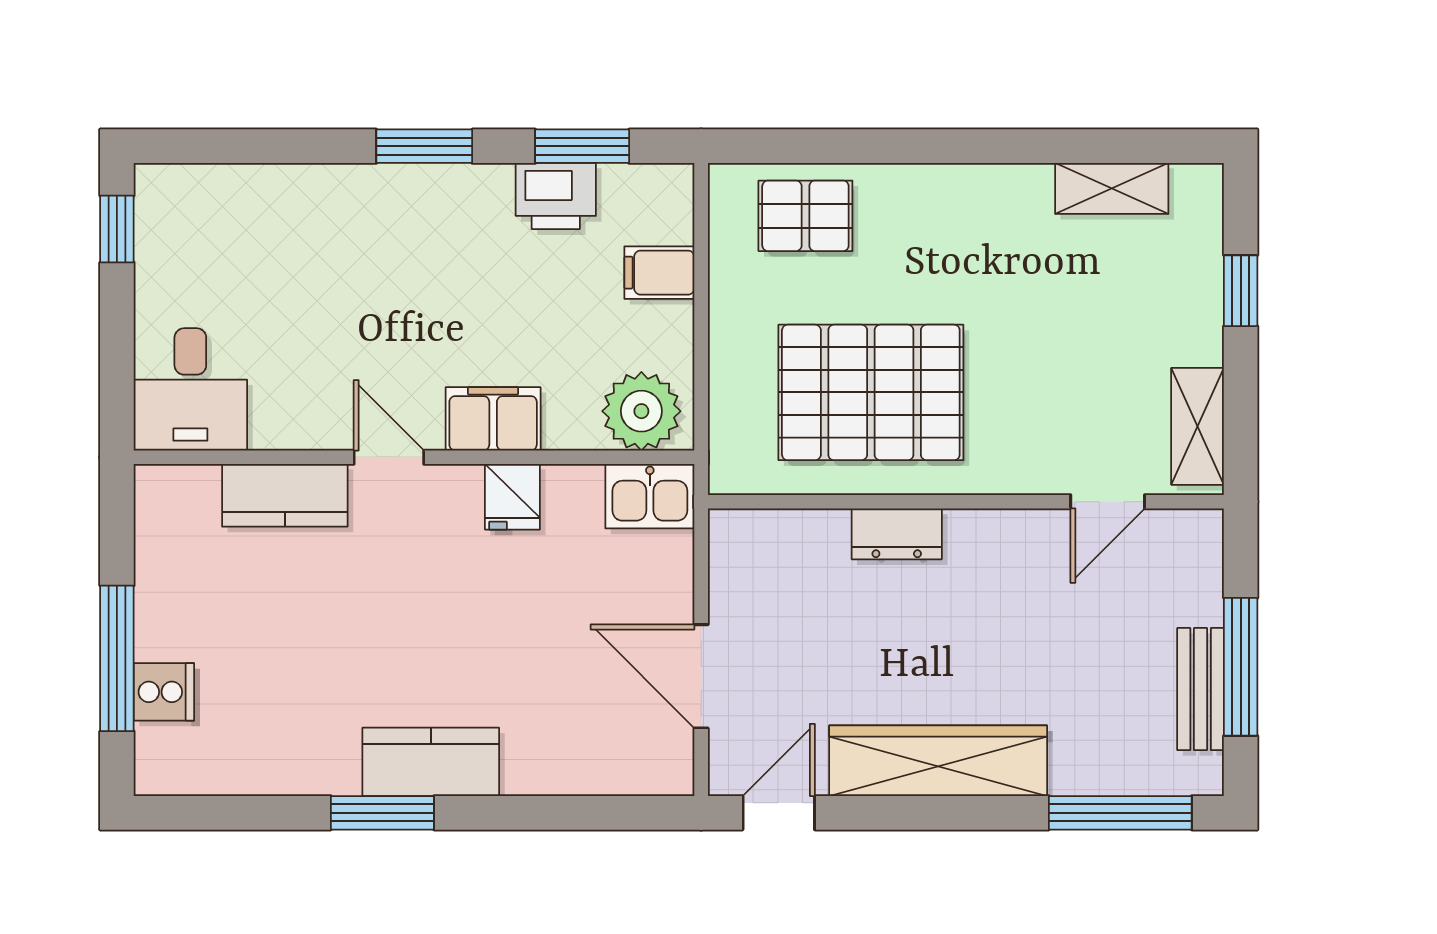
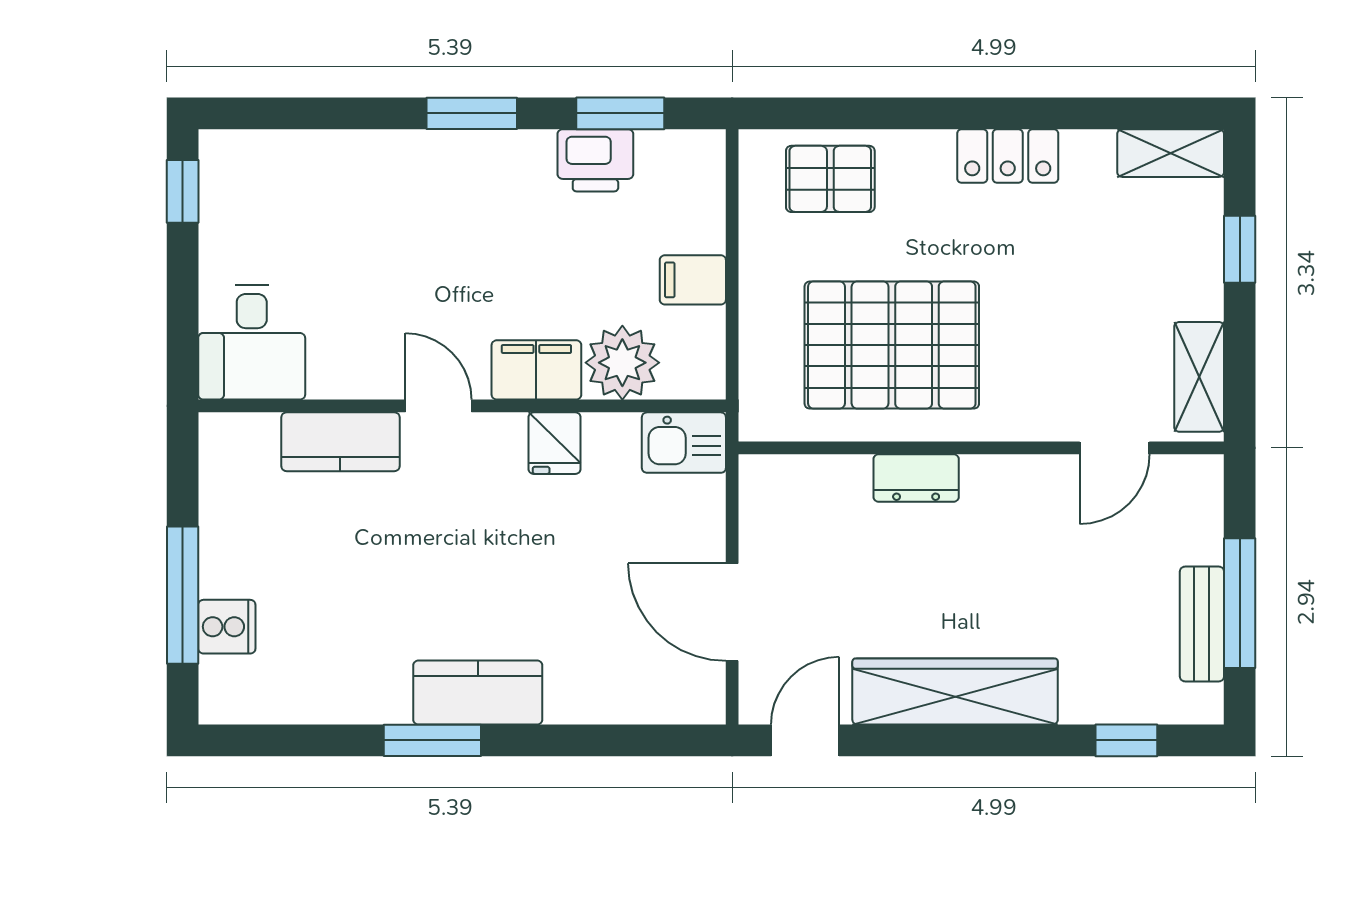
shelving: (1112, 188) -> (1171, 153), moved
locker: (994, 191) -> (1008, 156), added
filing cabinet: (659, 273) -> (693, 280), moved
plant: (641, 411) -> (622, 363), moved
window: (1120, 813) -> (1126, 740), width x0.46

